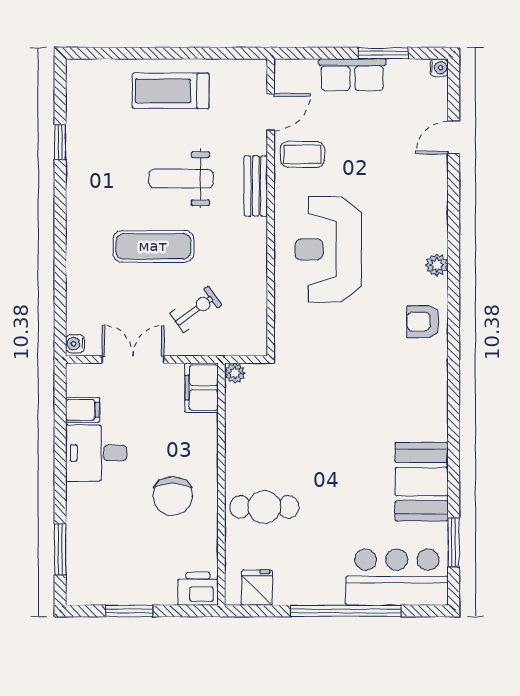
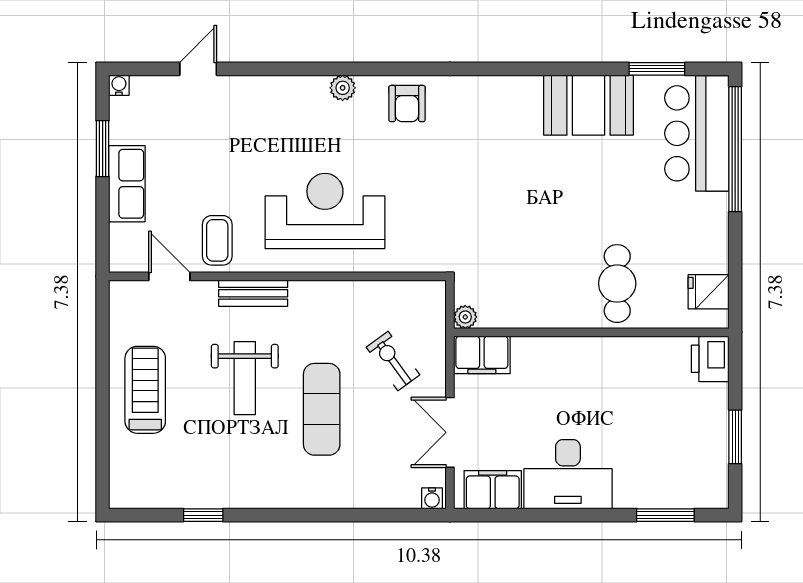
treadmill: (171, 91) -> (145, 390), turned 180
door: (454, 138) -> (198, 69), swing flipped
reception desk: (328, 249) -> (325, 211), turned 180
filing cabinet: (83, 410) -> (493, 490), width x2.00
desk: (96, 453) -> (568, 474), width x1.37
chair: (173, 496) -> (605, 387), removed
window: (346, 611) -> (735, 149), moved

